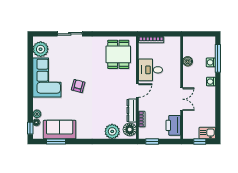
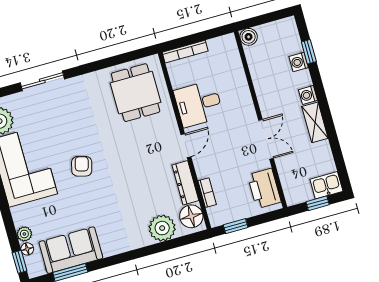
window: (218, 58) -> (309, 52), width x0.46
boiler: (188, 61) -> (249, 37), moved
shelving: (211, 97) -> (315, 122), added

